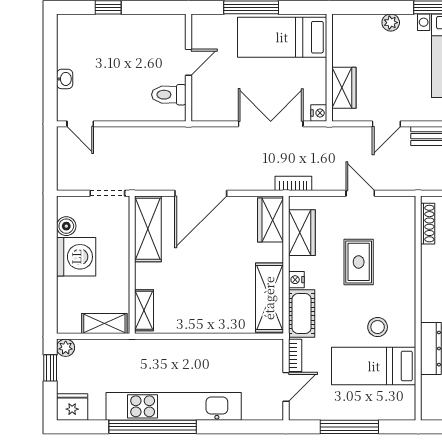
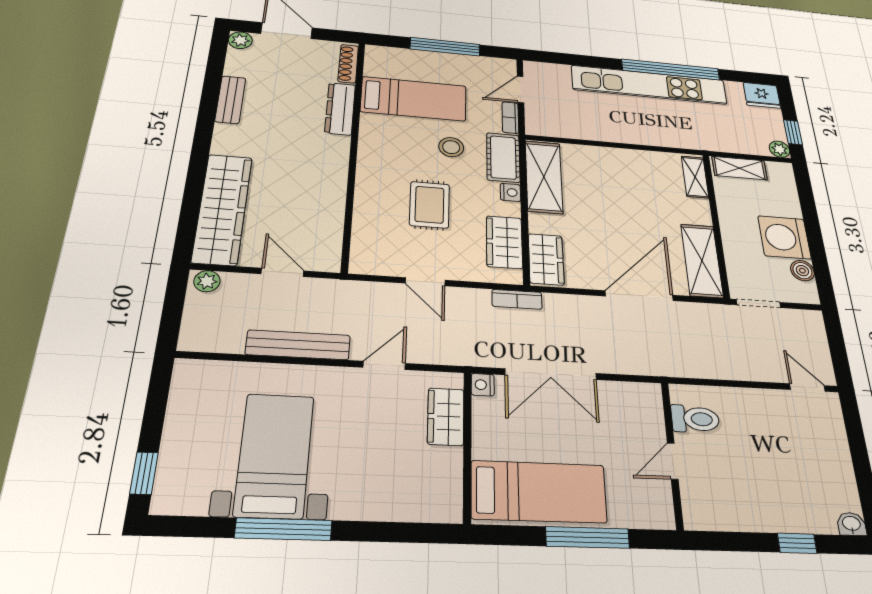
plant: (391, 23) -> (370, 508), removed
washbasin: (65, 79) -> (852, 524), moved, turned 90
shoe rack: (428, 224) -> (348, 64), moved
stool: (378, 327) -> (451, 147), moved

